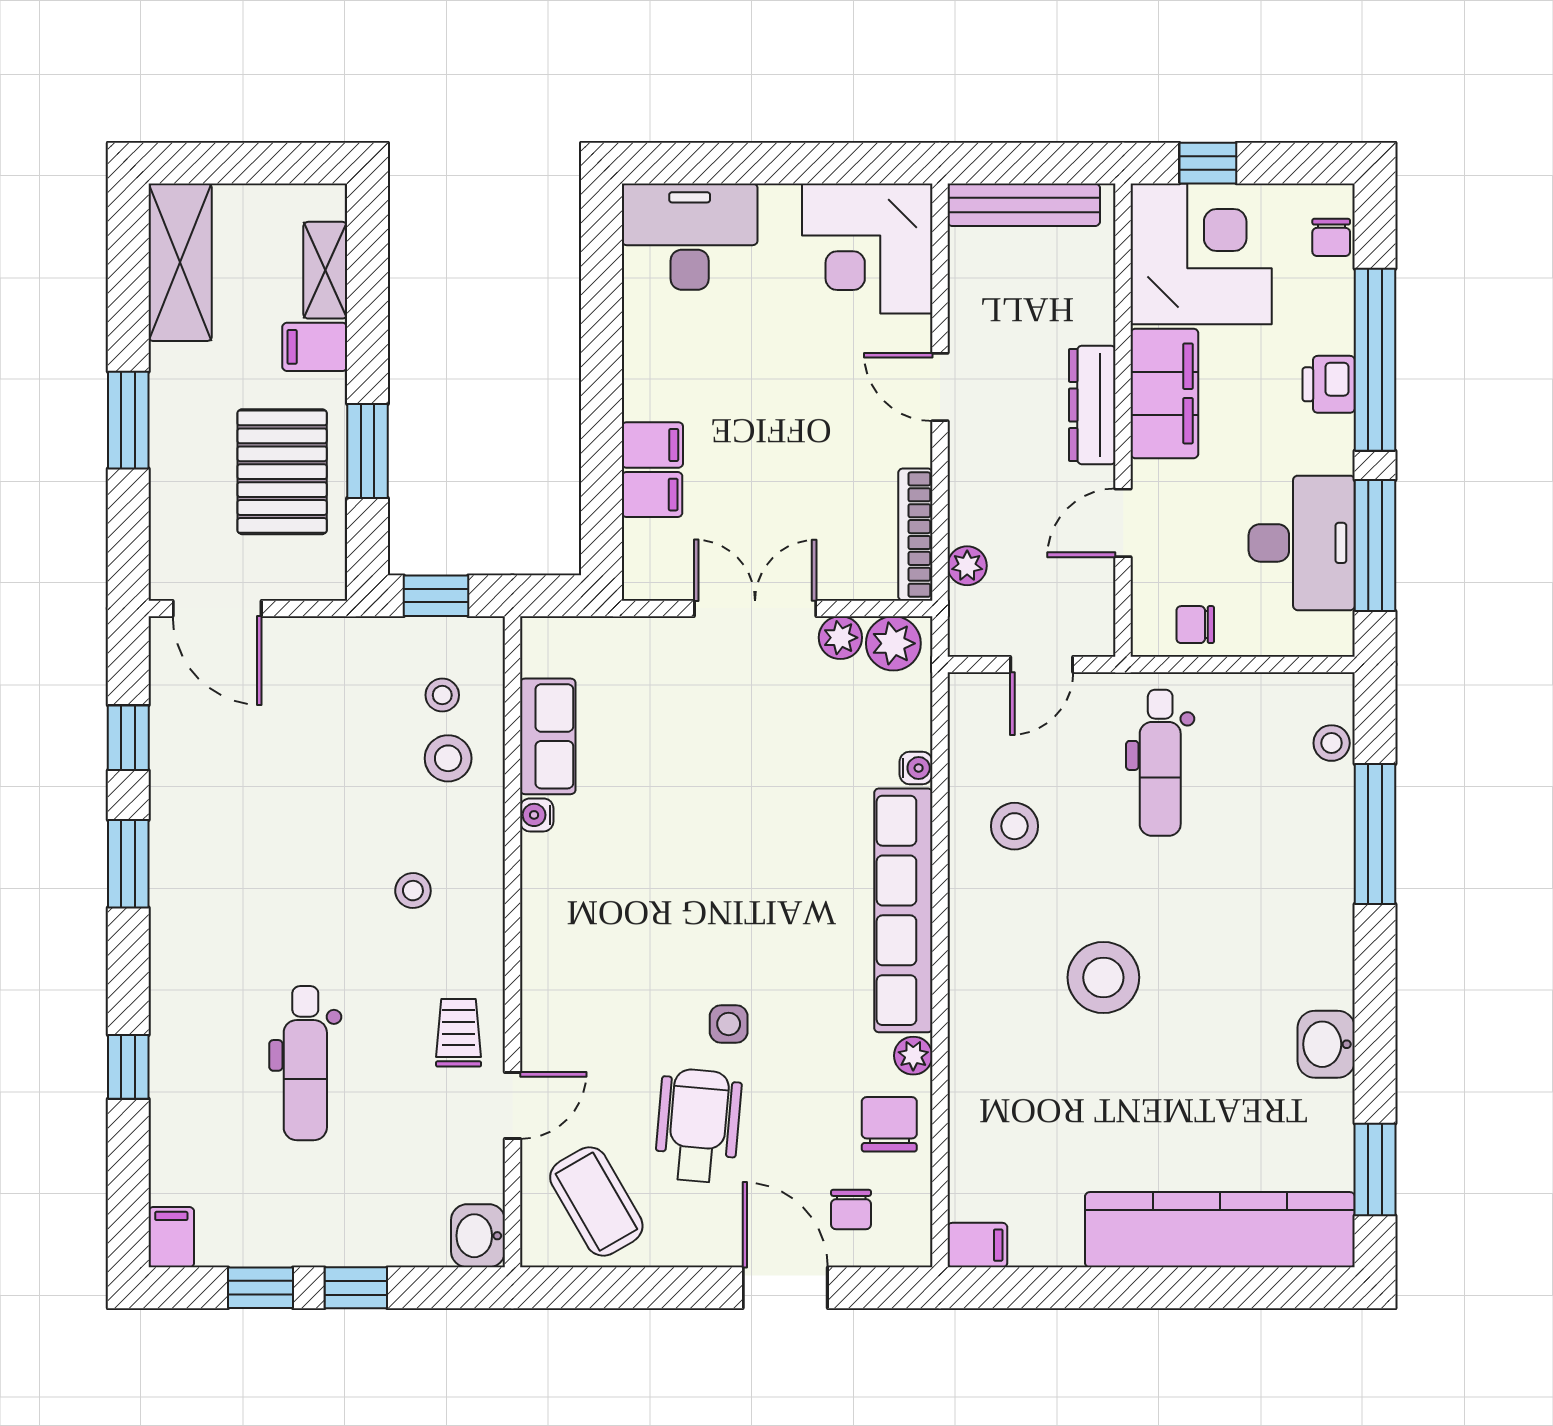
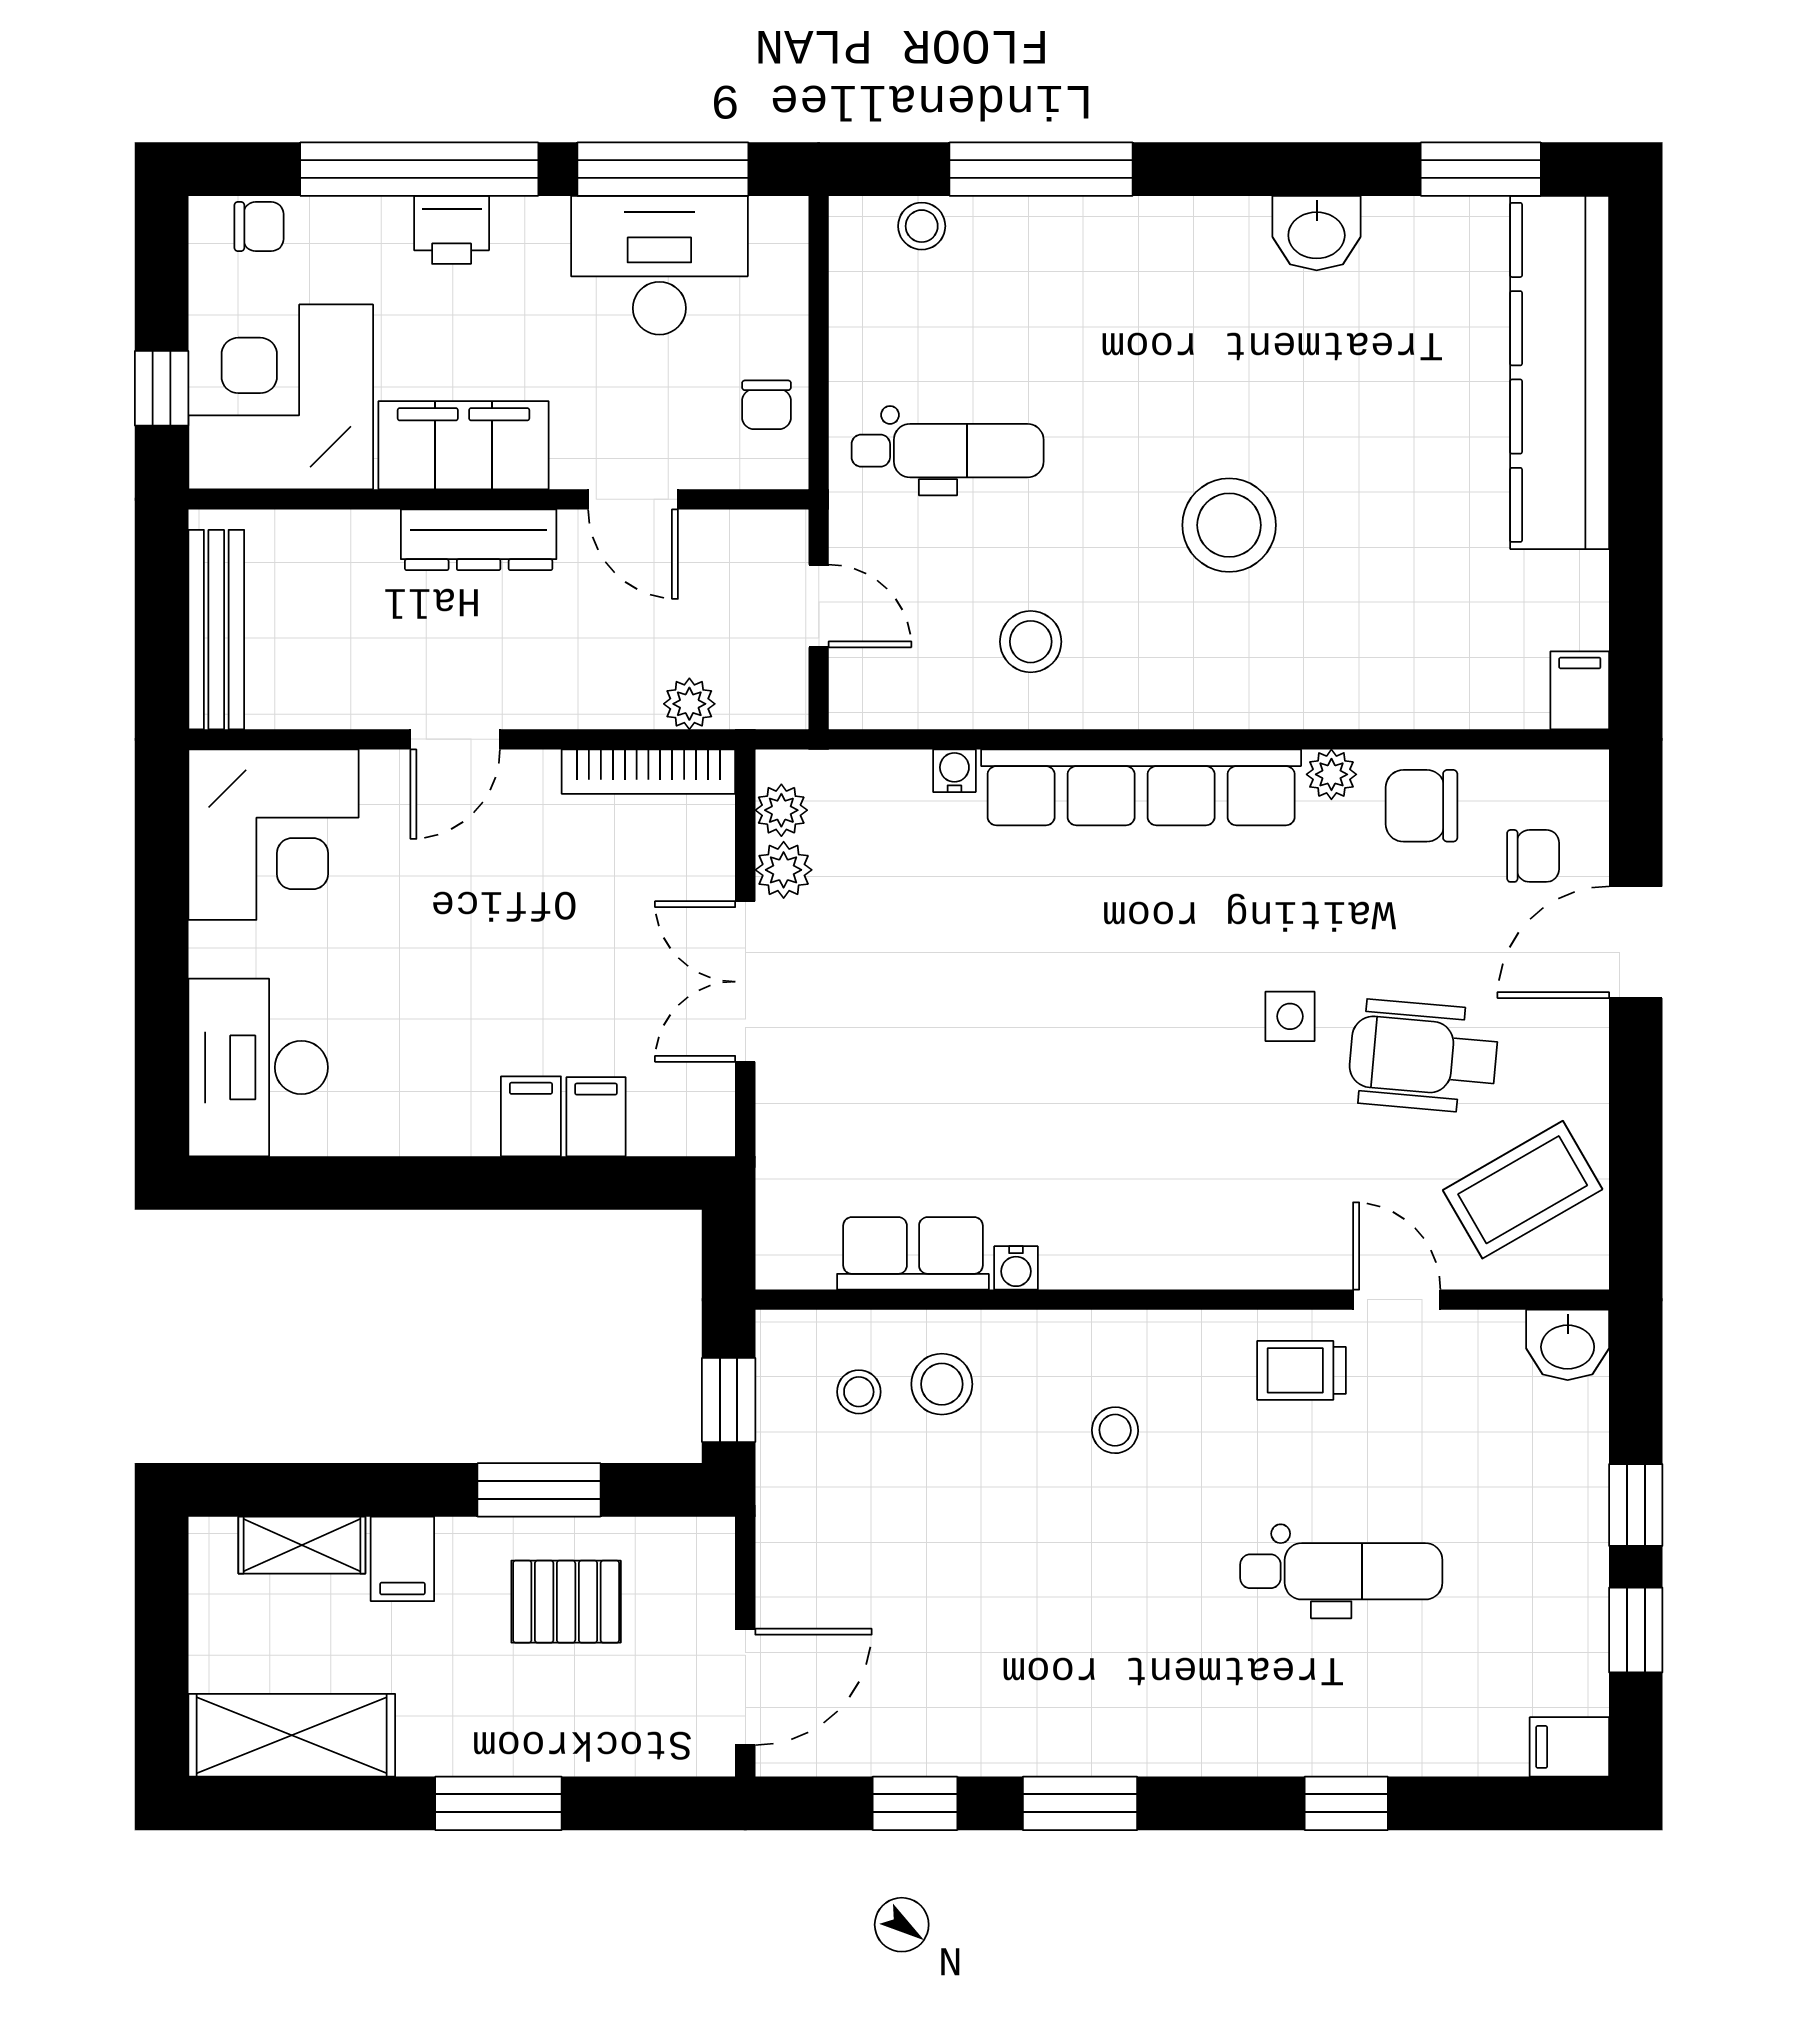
pallet: (282, 472) -> (566, 1602), width x0.67, depth x0.71
plant: (893, 643) -> (781, 810), width x0.73, depth x0.73

